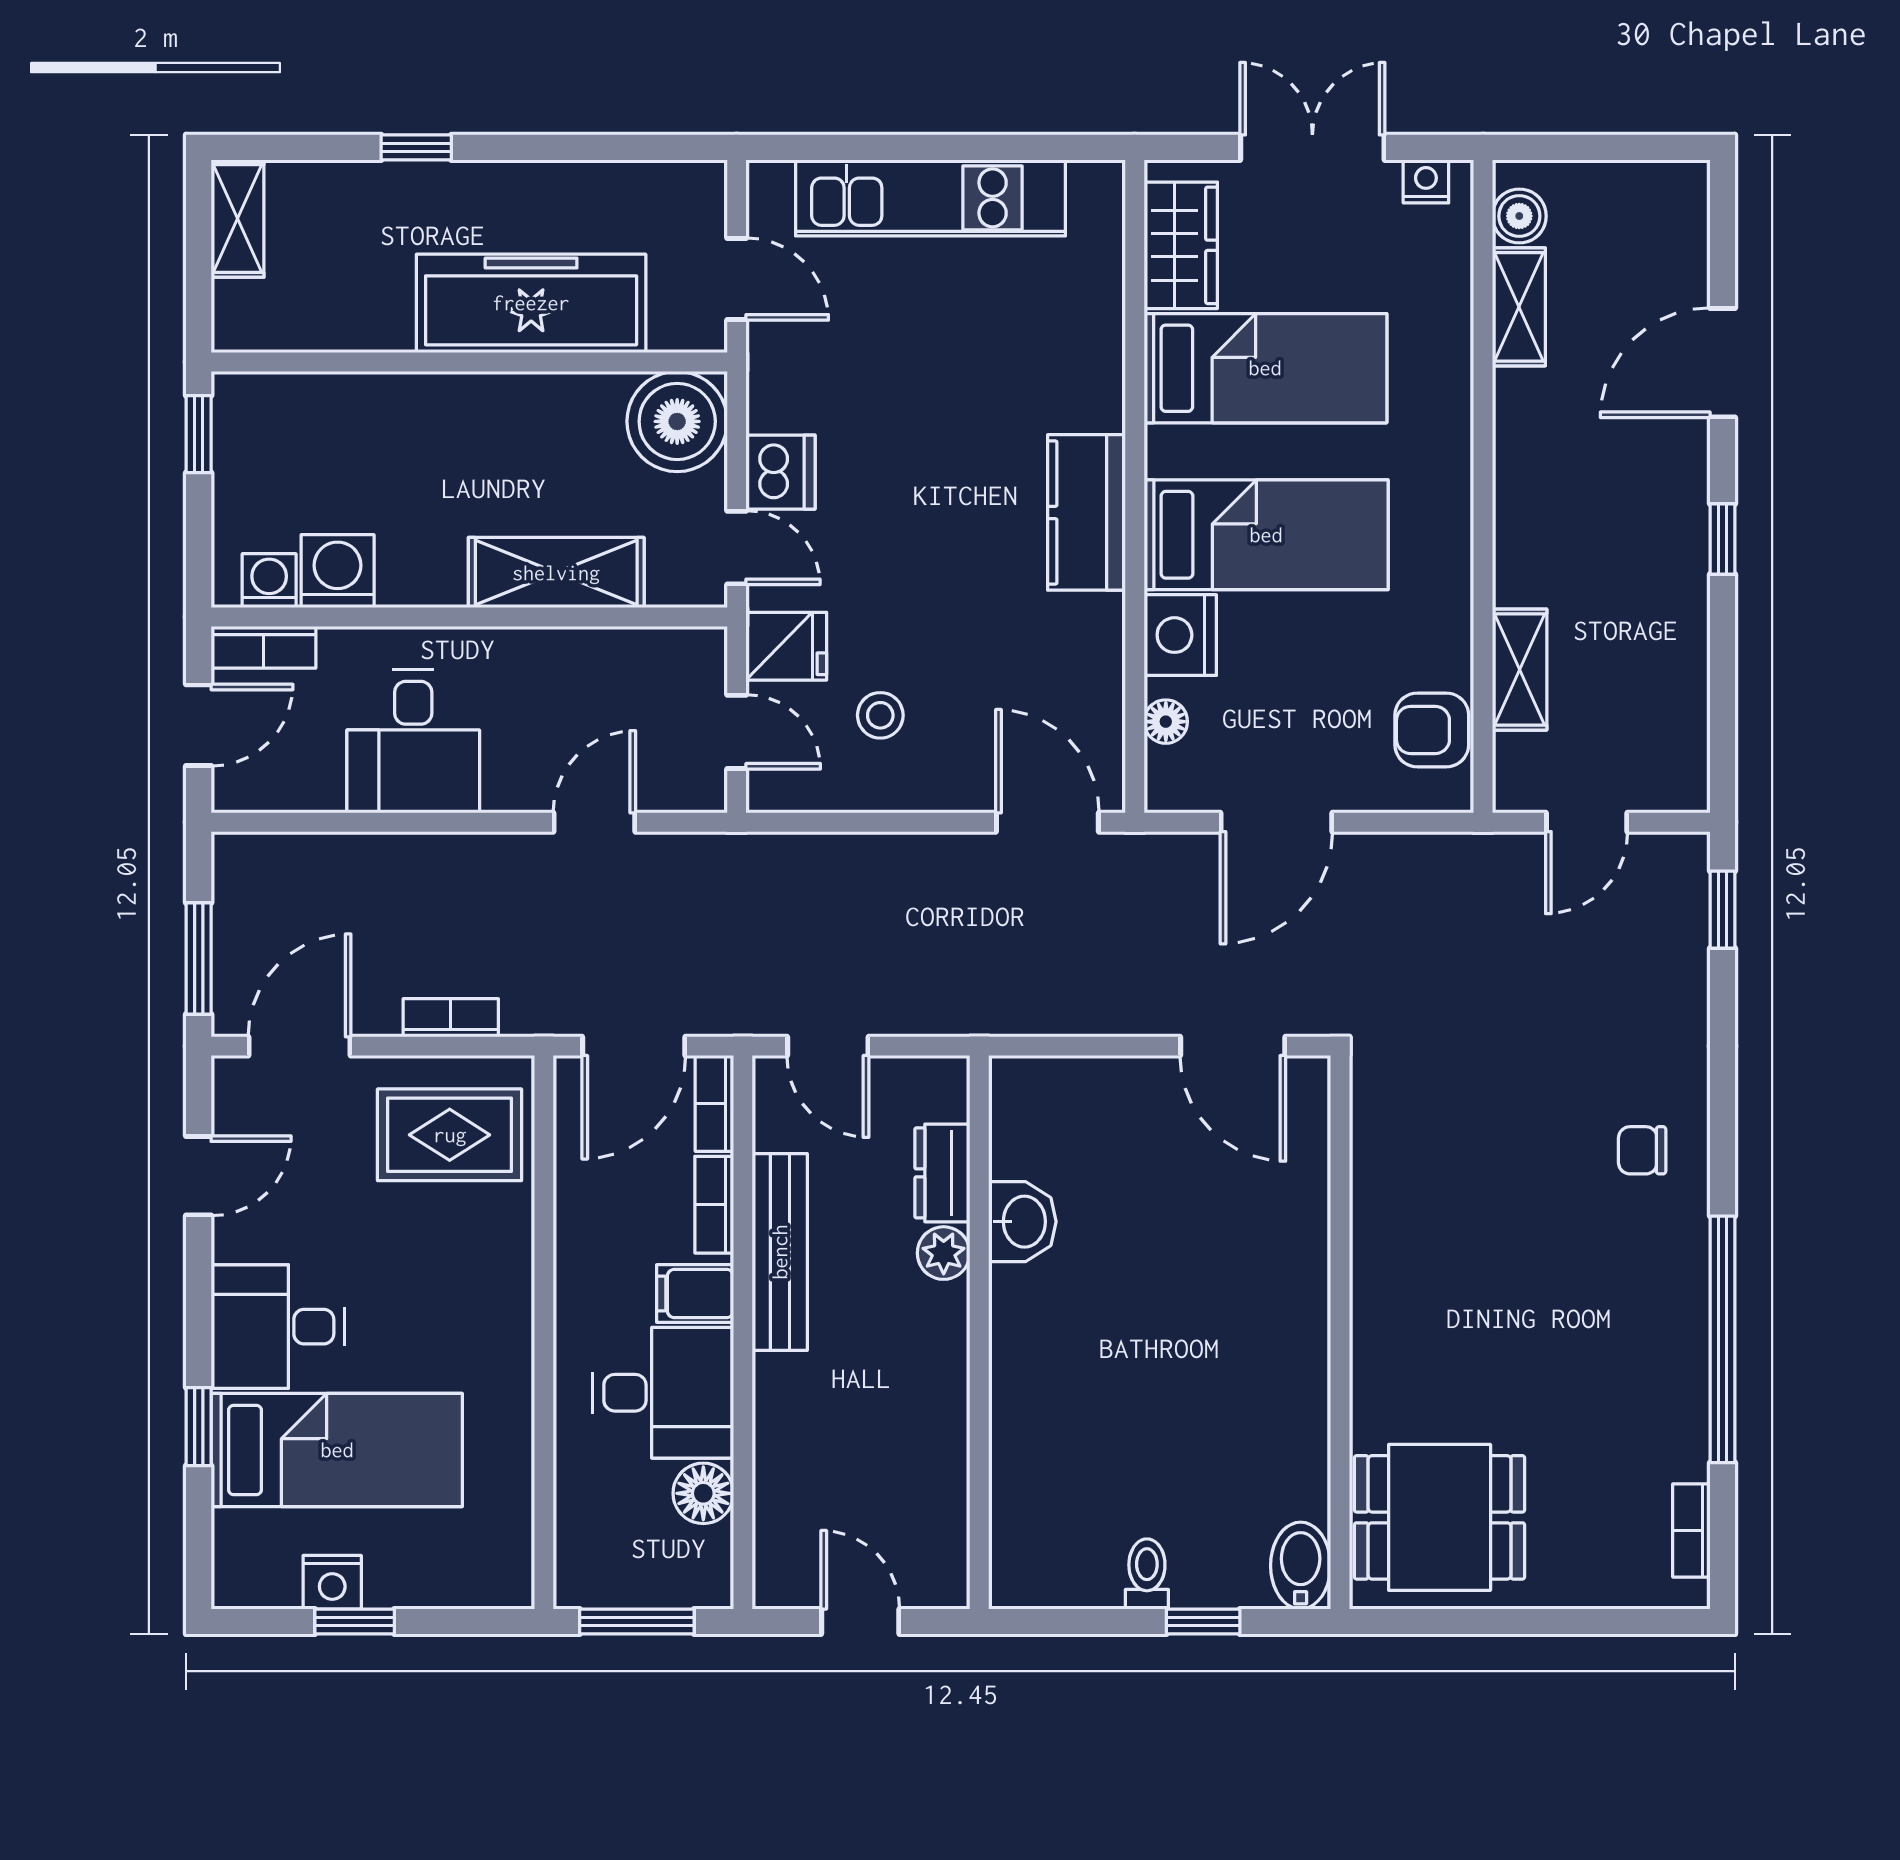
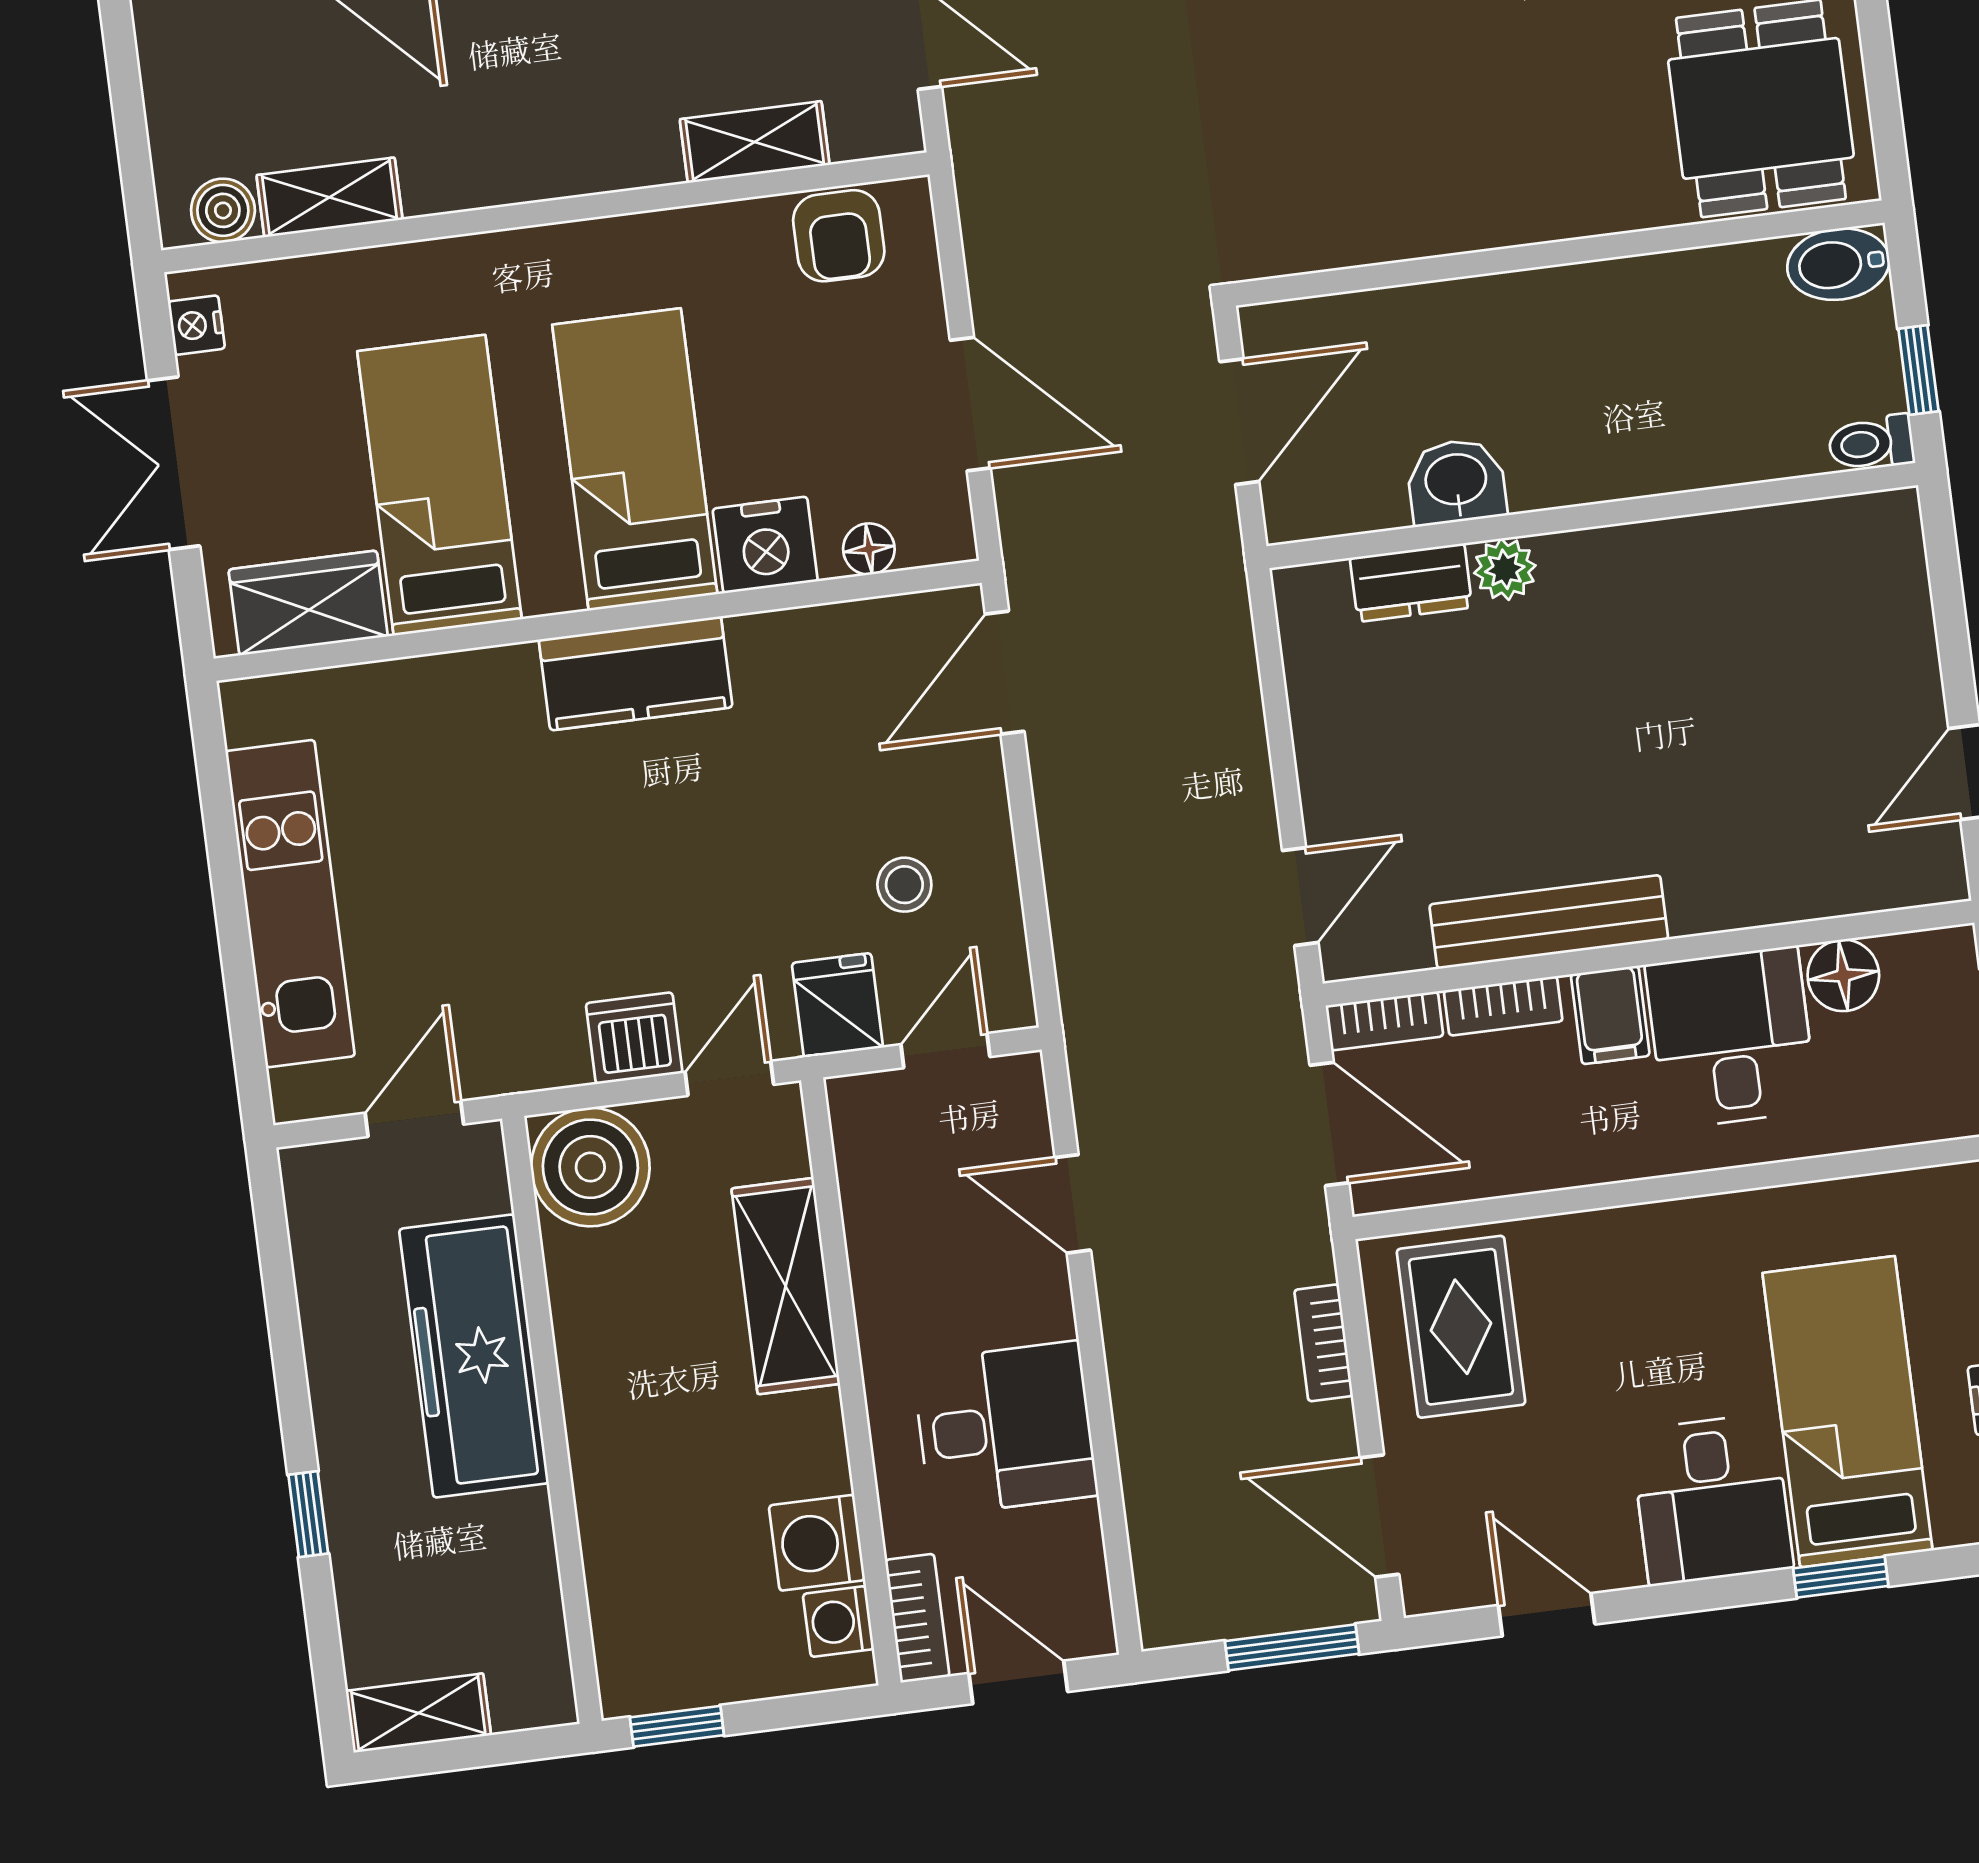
dresser: (942, 1173) -> (1411, 583), moved
washbasin: (1022, 1222) -> (1456, 482), moved
plant: (944, 1253) -> (1505, 569), moved
wall: (979, 1332) -> (1592, 516), moved

